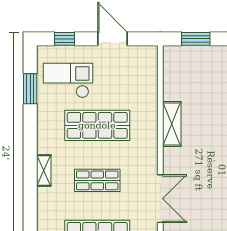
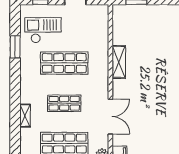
window: (30, 89) -> (15, 47), moved
shelving: (44, 171) -> (25, 116), moved

